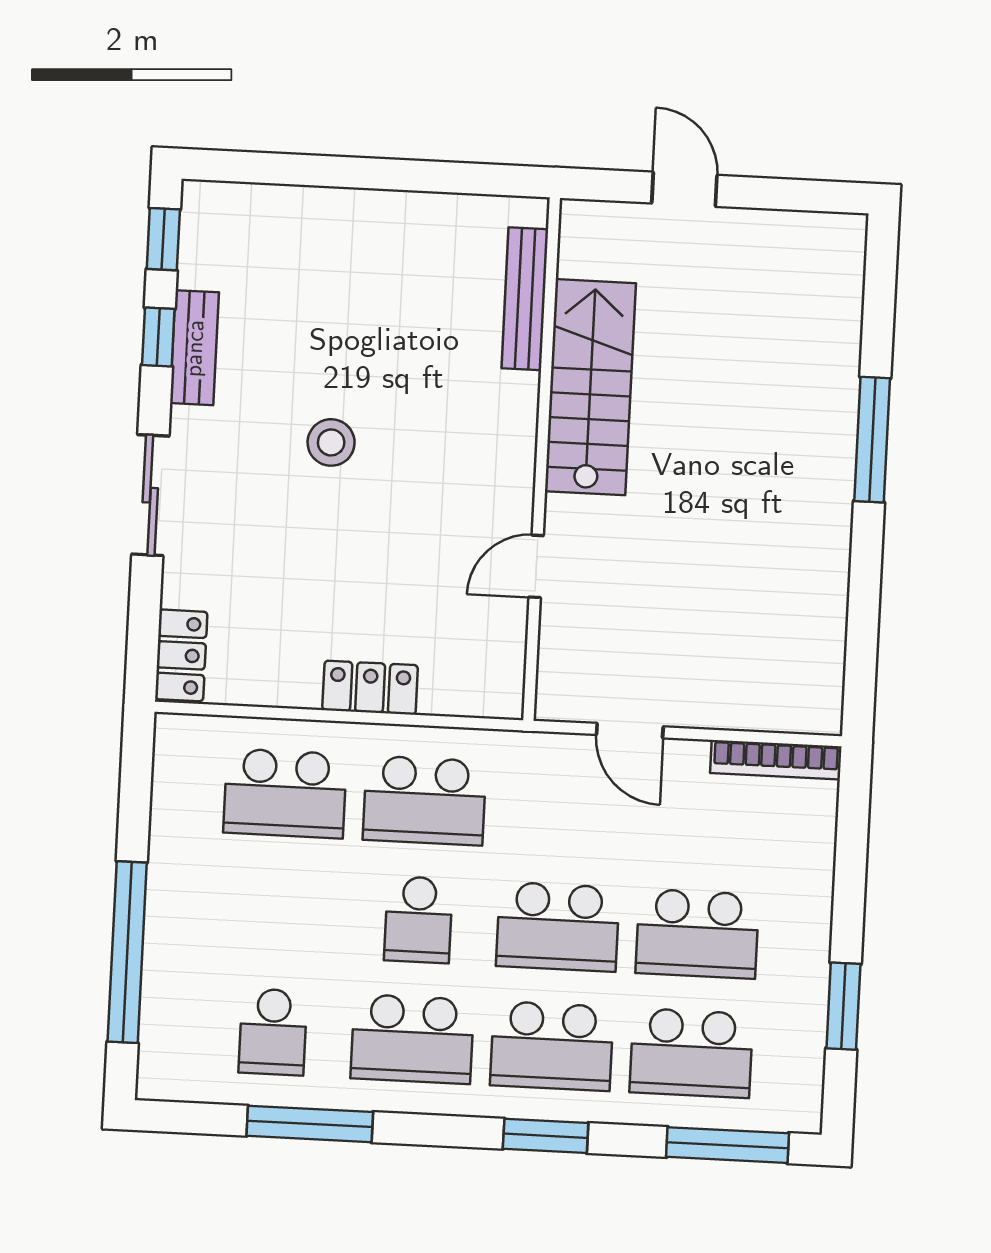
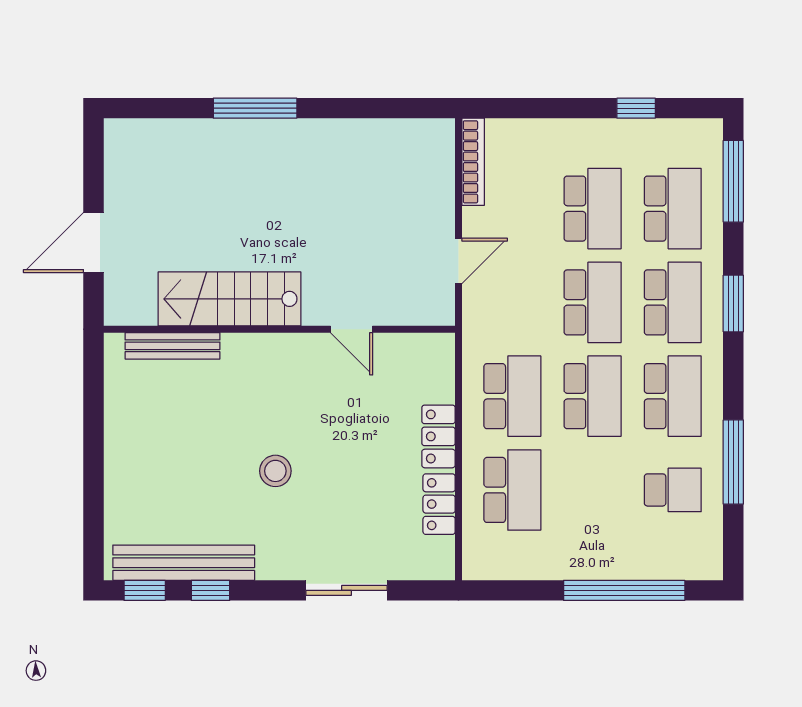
door: (684, 189) -> (94, 243), width x1.37
bench: (194, 348) -> (184, 563), width x1.86, depth x1.21
sliding door: (150, 495) -> (347, 590), moved
locker: (181, 655) -> (439, 504), moved, turned -90
school desk: (418, 920) -> (593, 396), width x1.85
window: (843, 1006) -> (636, 108), width x0.67

